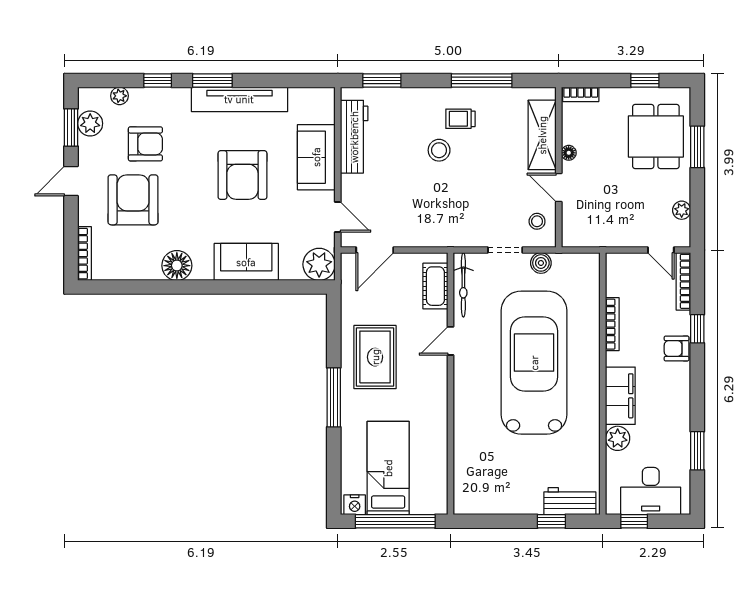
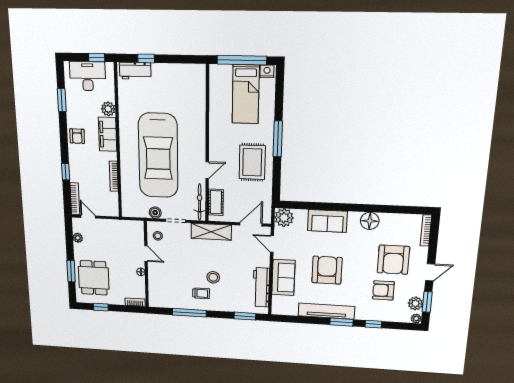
plant: (120, 96) -> (416, 319), moved
shelving: (542, 135) -> (211, 232), moved, turned 90
armchair: (677, 348) -> (77, 136), moved, turned 90

